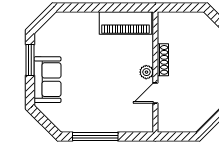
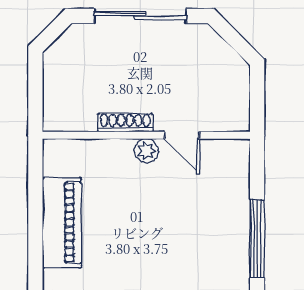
piano: (126, 23) -> (62, 223), moved

